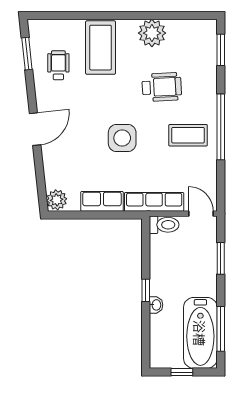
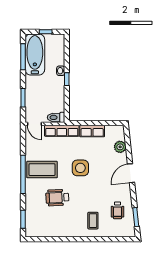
plant: (152, 33) -> (63, 229), removed
coffee table: (101, 48) -> (93, 221), width x0.54, depth x0.58
coffee table: (188, 135) -> (42, 170), width x1.36, depth x1.32
plant: (57, 200) -> (120, 147), moved

